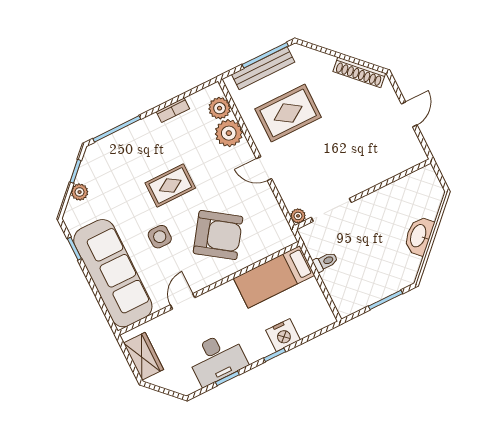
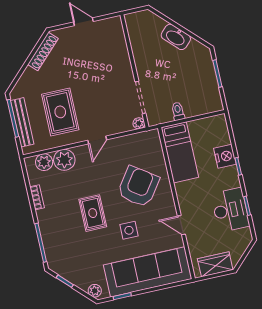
plant: (80, 192) -> (95, 291), moved

